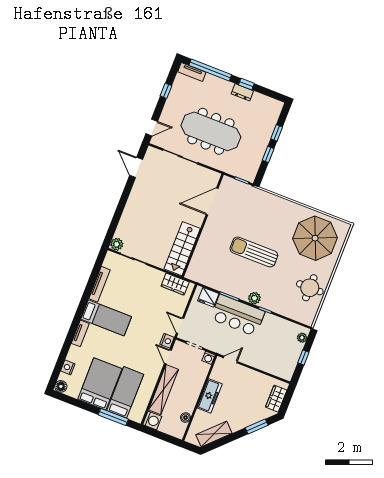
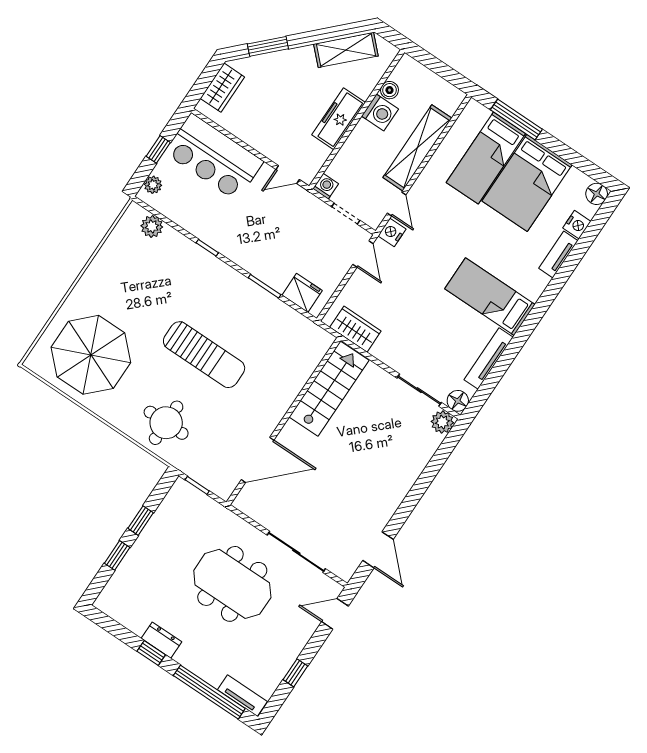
meeting table: (211, 131) -> (232, 584), width x0.73
floor lamp: (111, 258) -> (458, 401), added
round table: (310, 288) -> (166, 423), moved
plant: (254, 298) -> (152, 226), moved
bar counter: (238, 315) -> (214, 157), moved, turned 180
tv unit: (80, 333) -> (558, 255), moved
washing machine: (152, 420) -> (380, 112), moved, turned 180

